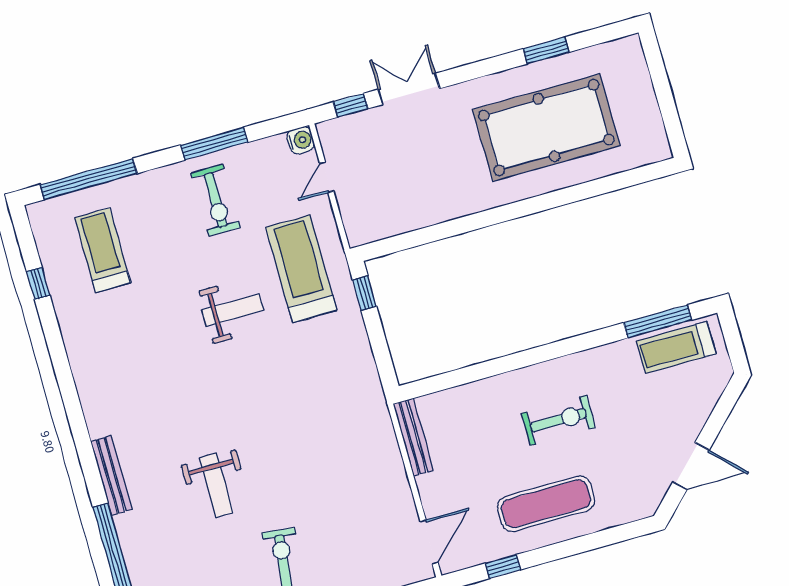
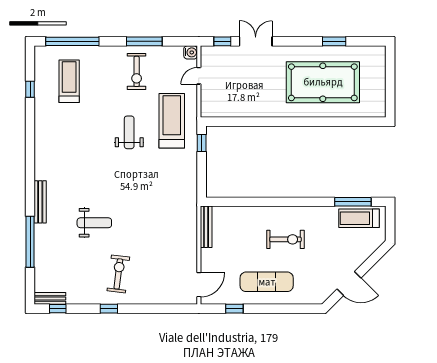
weight bench: (233, 310) -> (129, 132), turned -90
weight bench: (216, 485) -> (94, 223), turned -90

